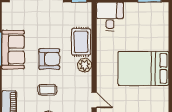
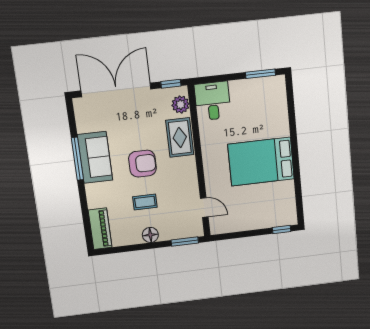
plant: (85, 65) -> (181, 105), moved

